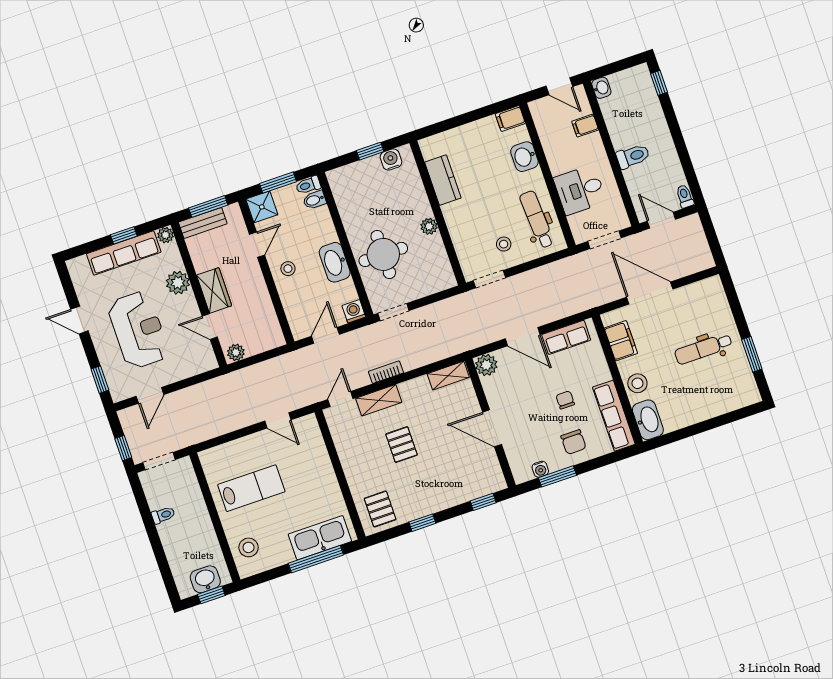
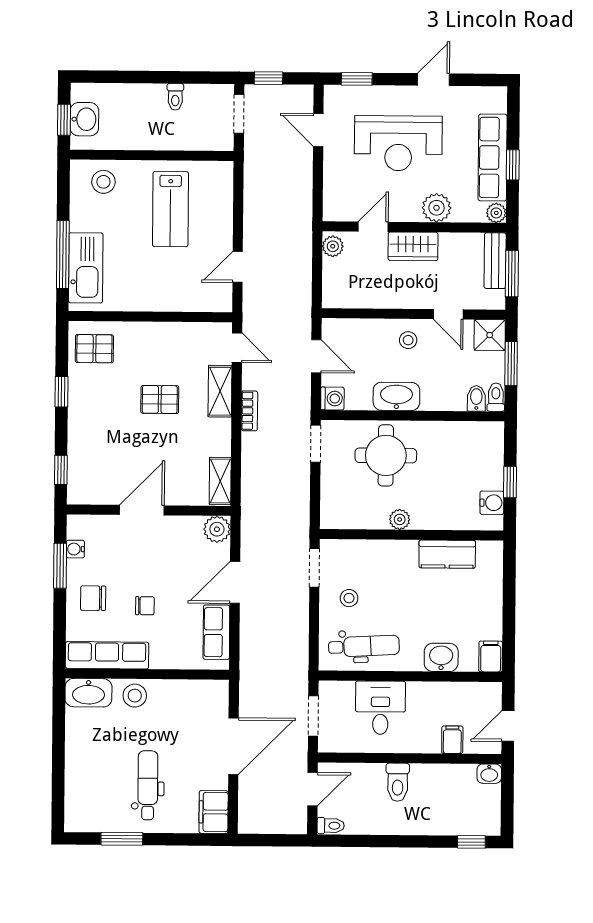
filing cabinet: (621, 341) -> (214, 812), moved, turned 90

